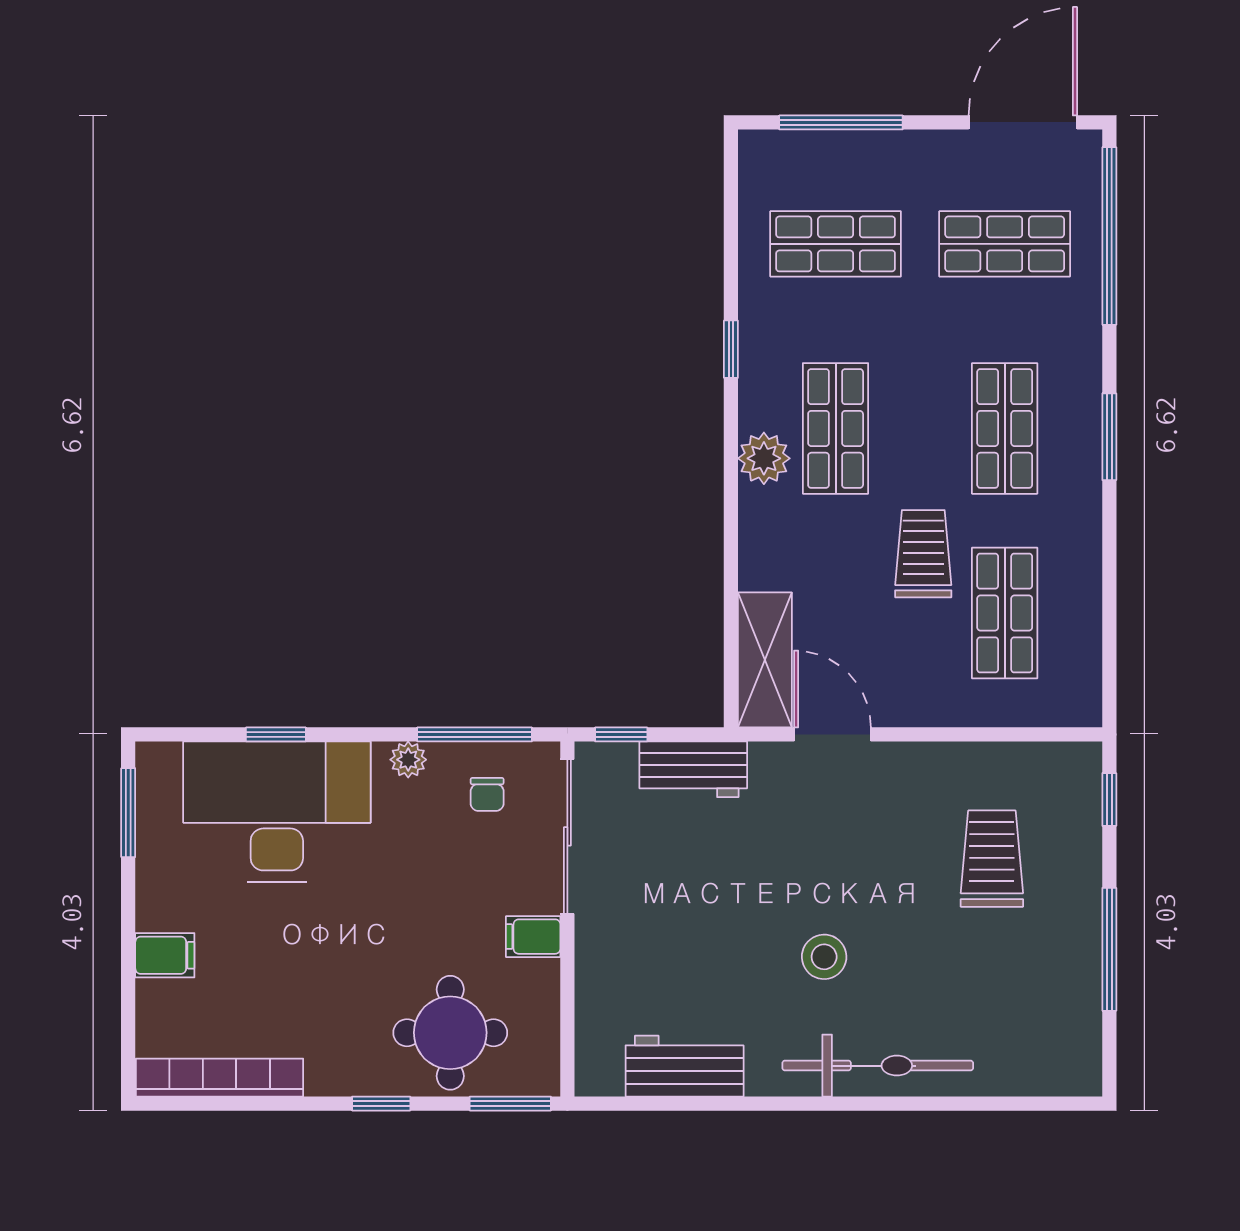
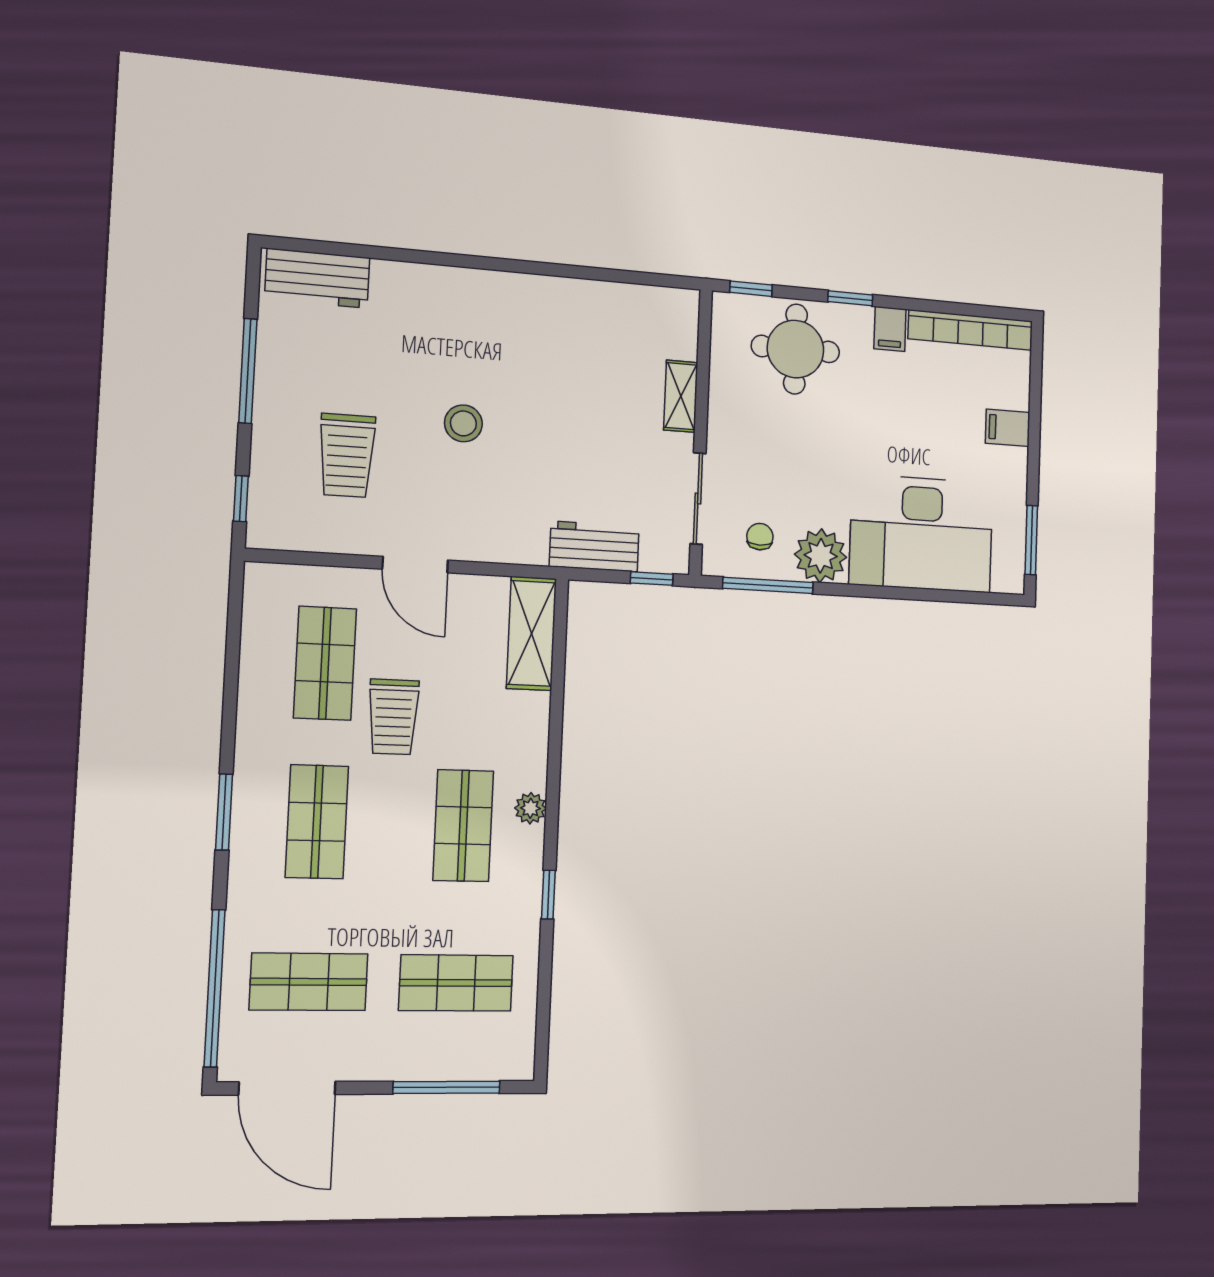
door: (1023, 122) -> (287, 1088), hinge flipped
plant: (764, 458) -> (530, 808), width x0.73, depth x0.73
window: (276, 734) -> (920, 594), removed
door: (832, 734) -> (415, 565), moved
plant: (408, 760) -> (821, 556), width x1.88, depth x1.88
sliding door: (567, 836) -> (698, 499), width x0.73
filing cabinet: (533, 937) -> (890, 329), moved, turned 90
stool: (824, 957) -> (463, 423), moved
shelving: (594, 961) -> (681, 396), added
workbench: (685, 1066) -> (317, 278), moved
bicycle: (878, 1066) -> (452, 291), removed
window: (510, 1104) -> (751, 289), width x0.67

